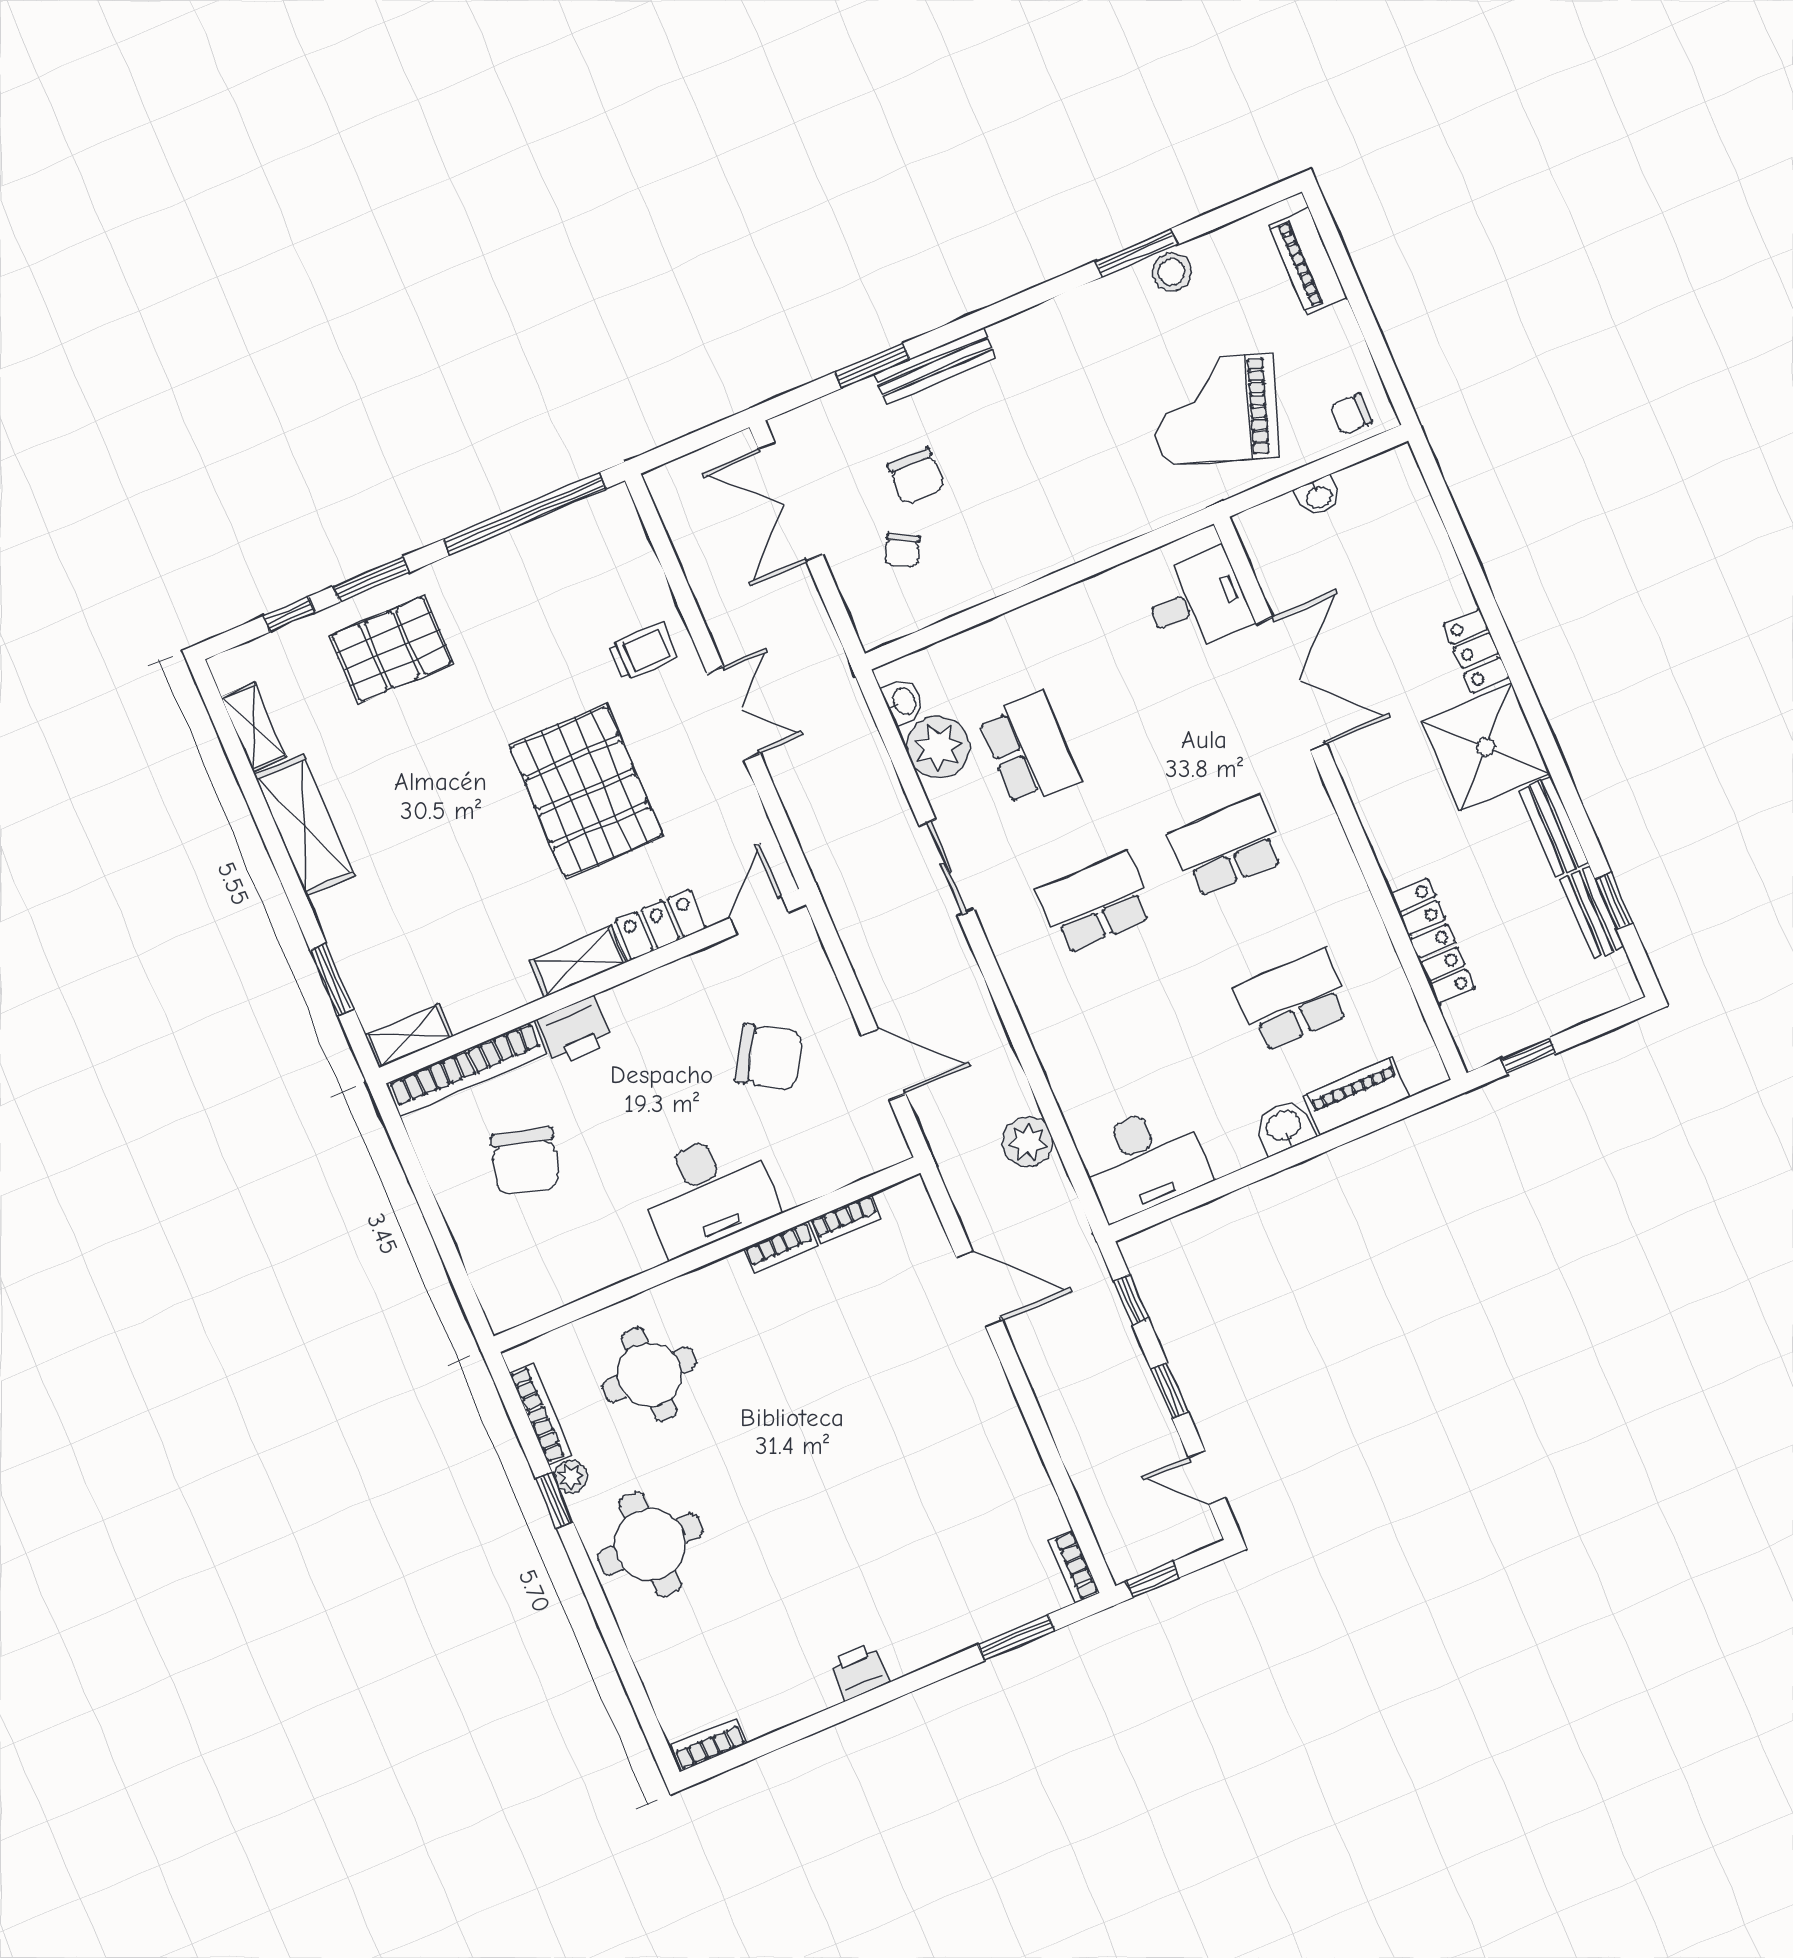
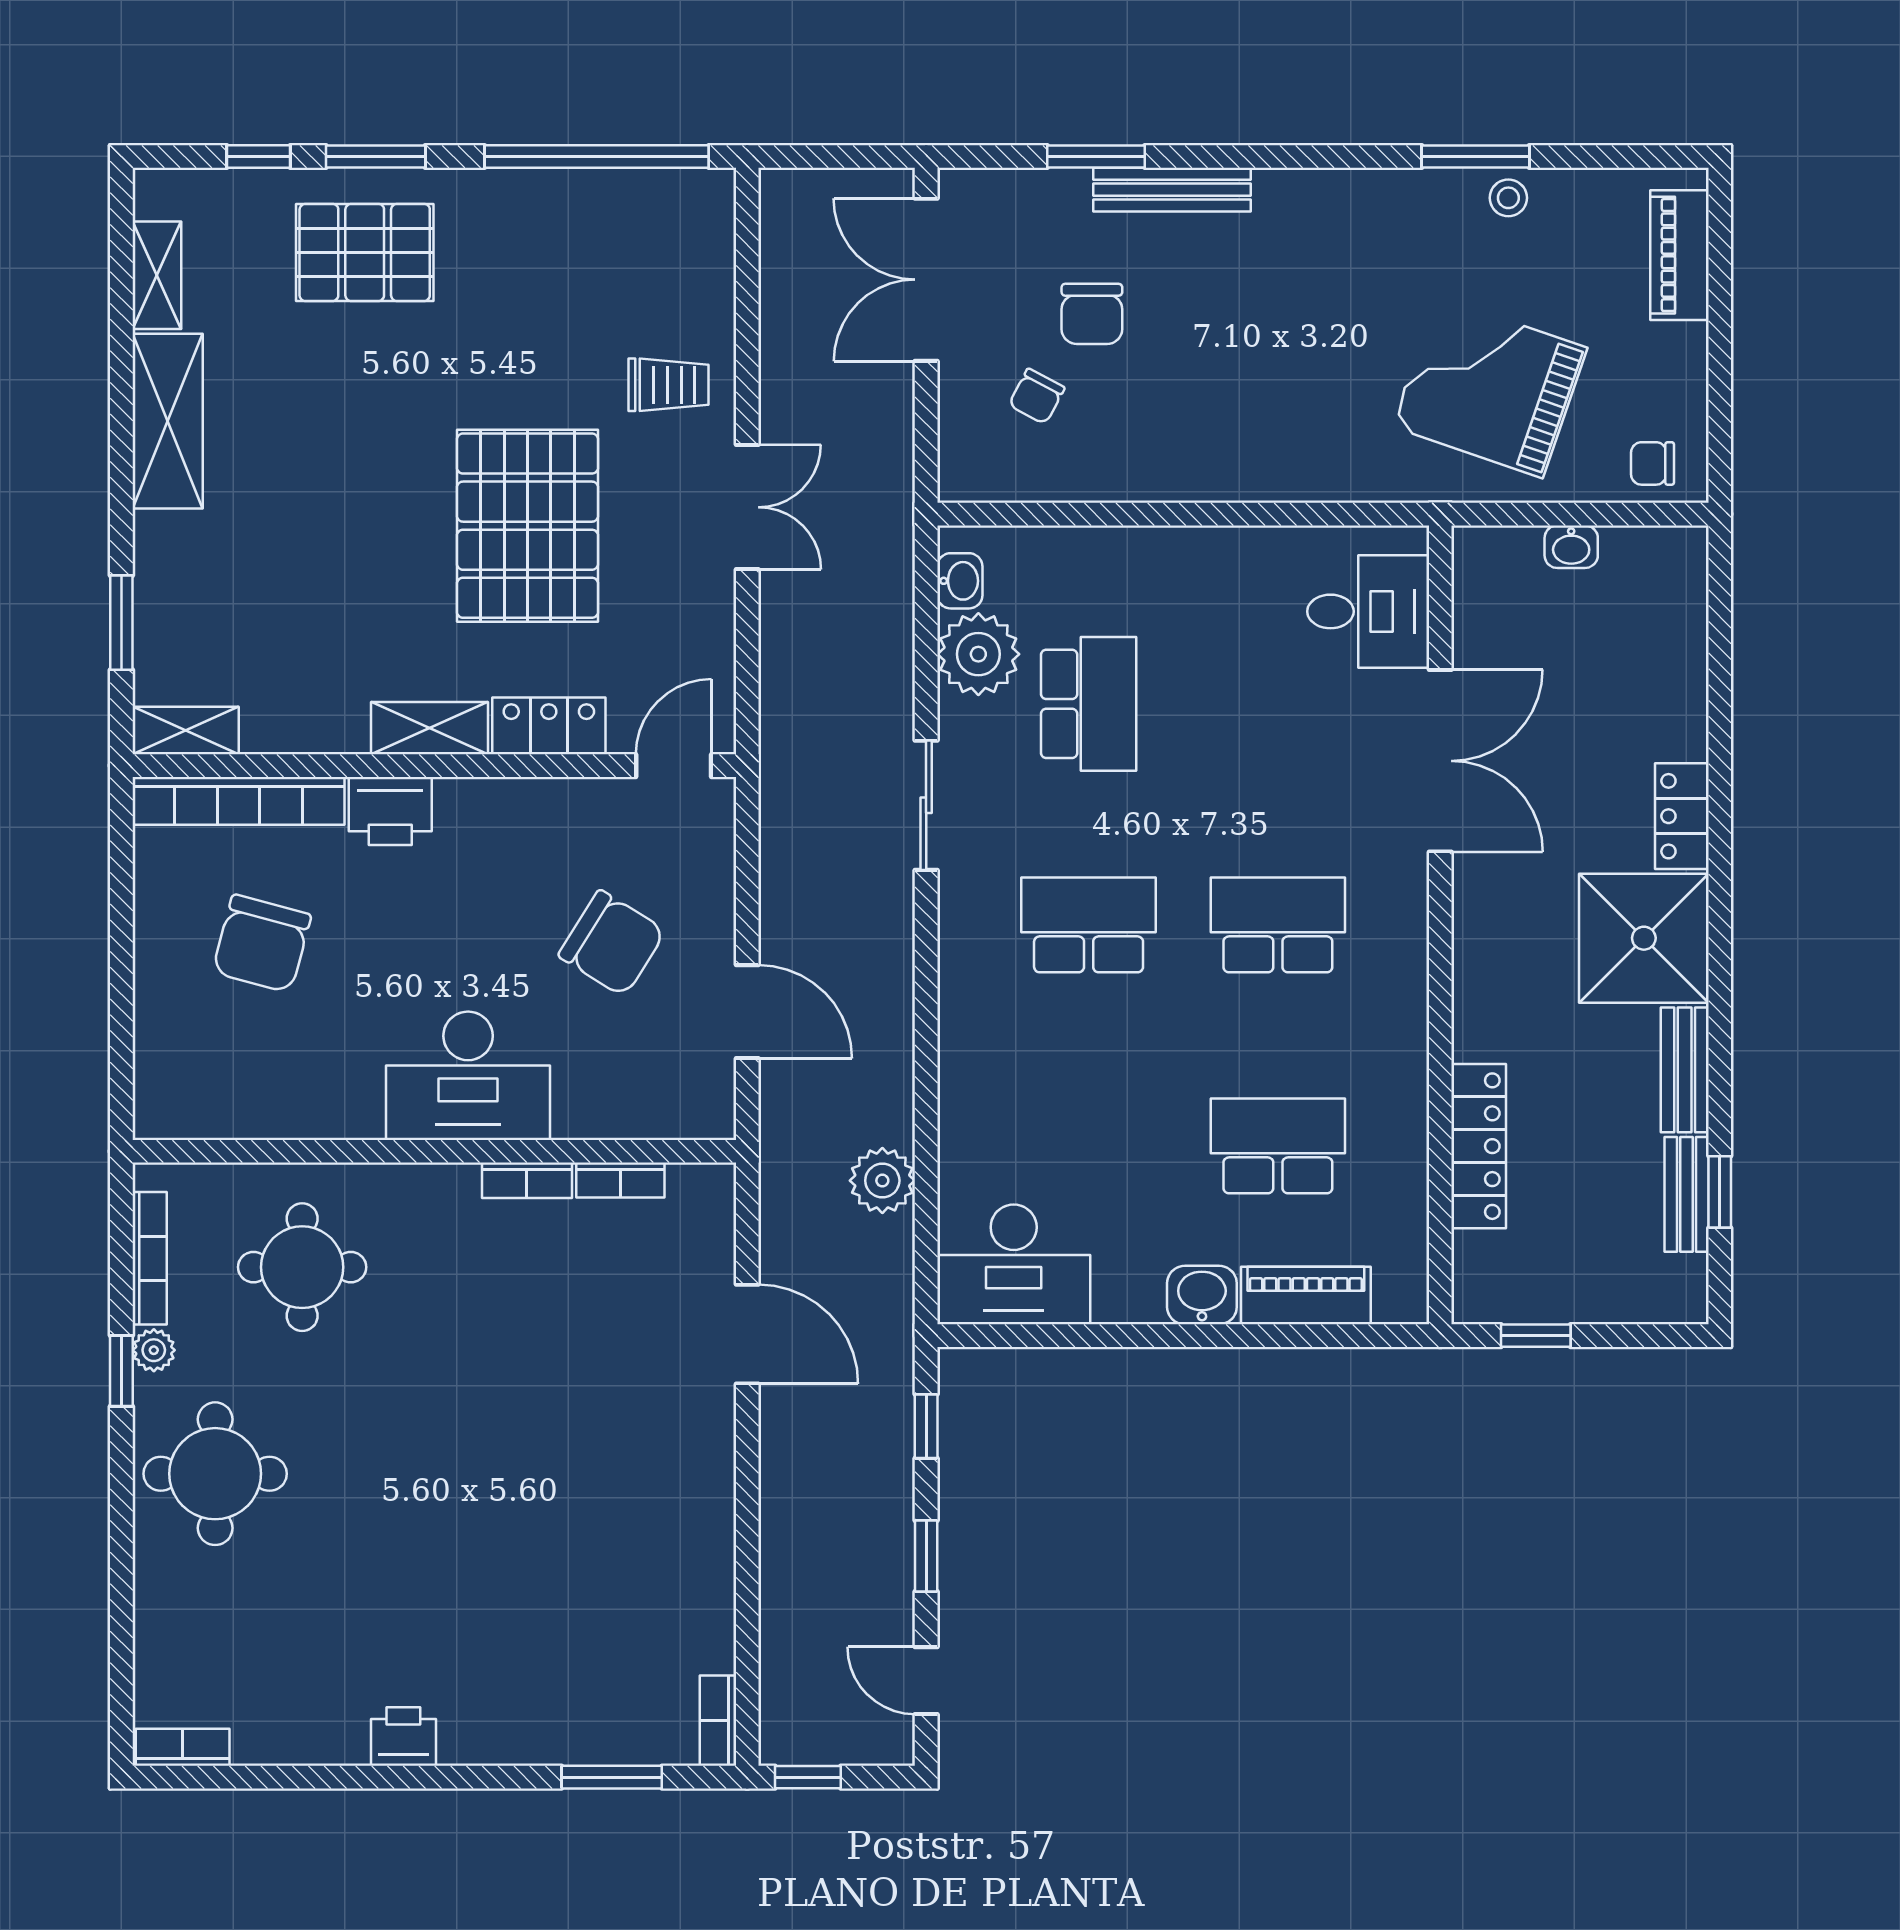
stool: (1172, 272) -> (1508, 198), width x0.73, depth x0.73

